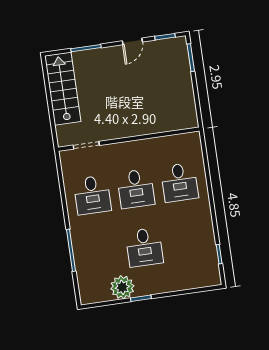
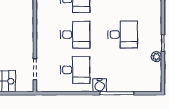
water cooler: (78, 228) -> (100, 85), added
plant: (122, 287) -> (156, 57), width x0.53, depth x0.53

